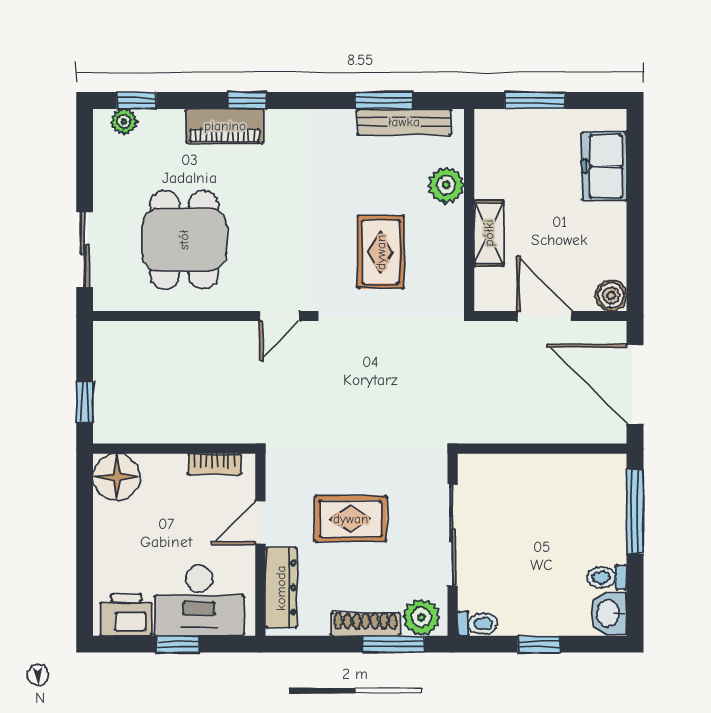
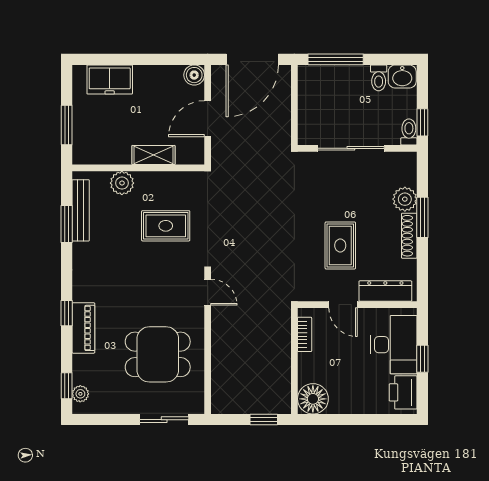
sliding door: (453, 535) -> (351, 148), moved
wall: (453, 545) -> (357, 148), moved
toilet: (478, 624) -> (409, 132), moved

